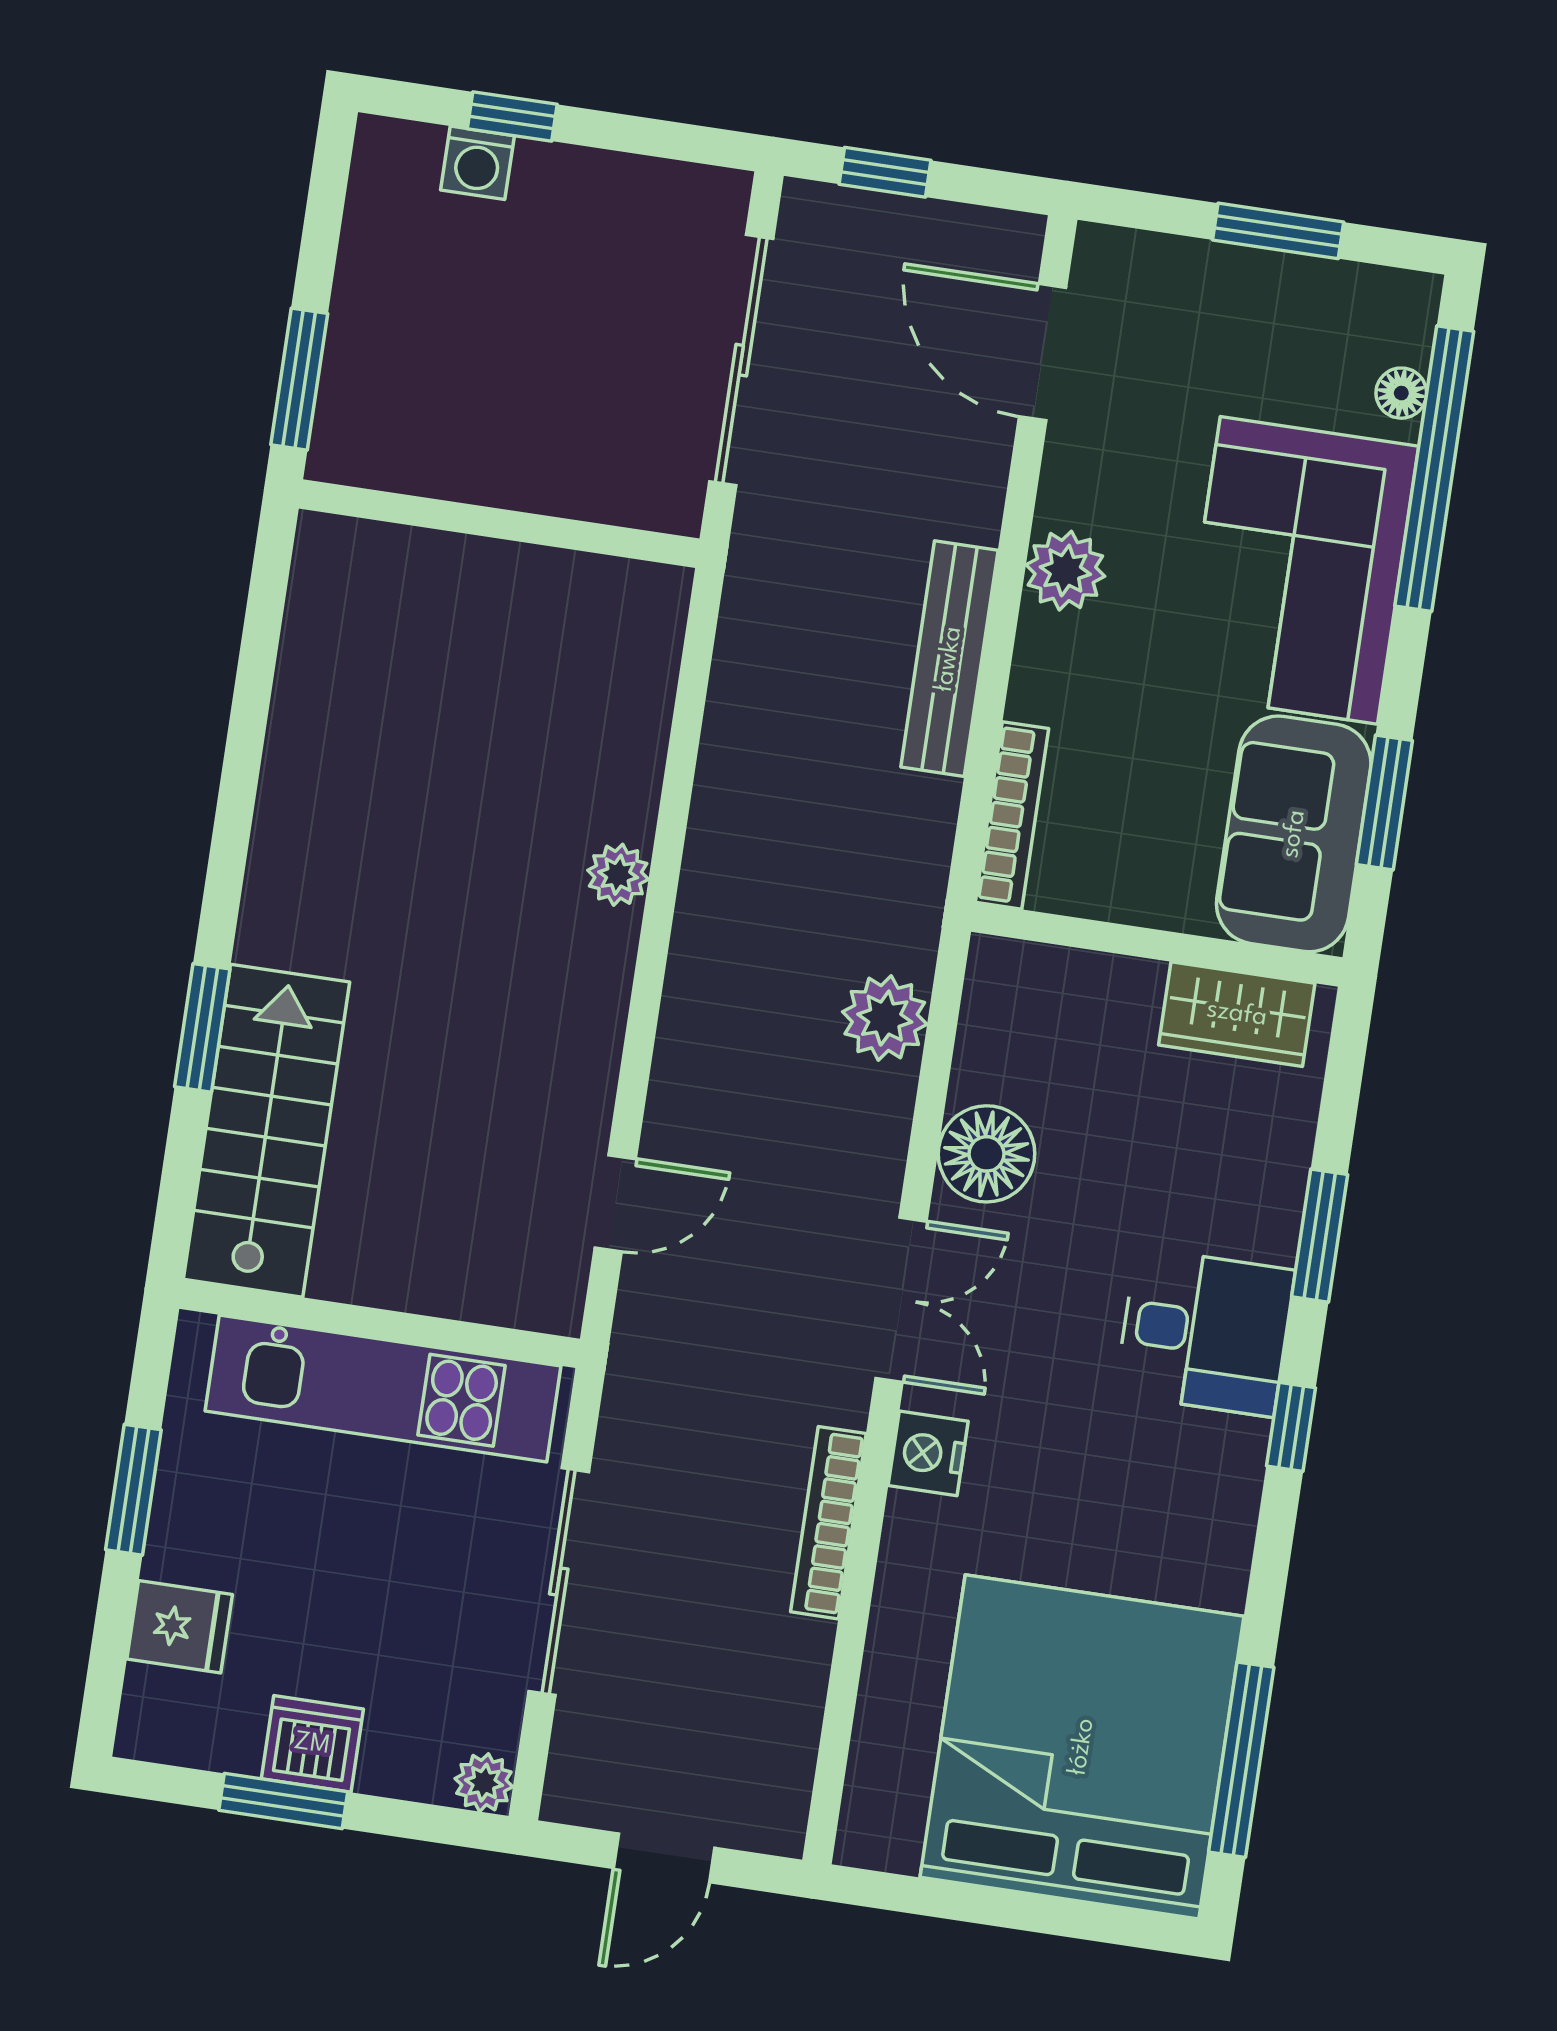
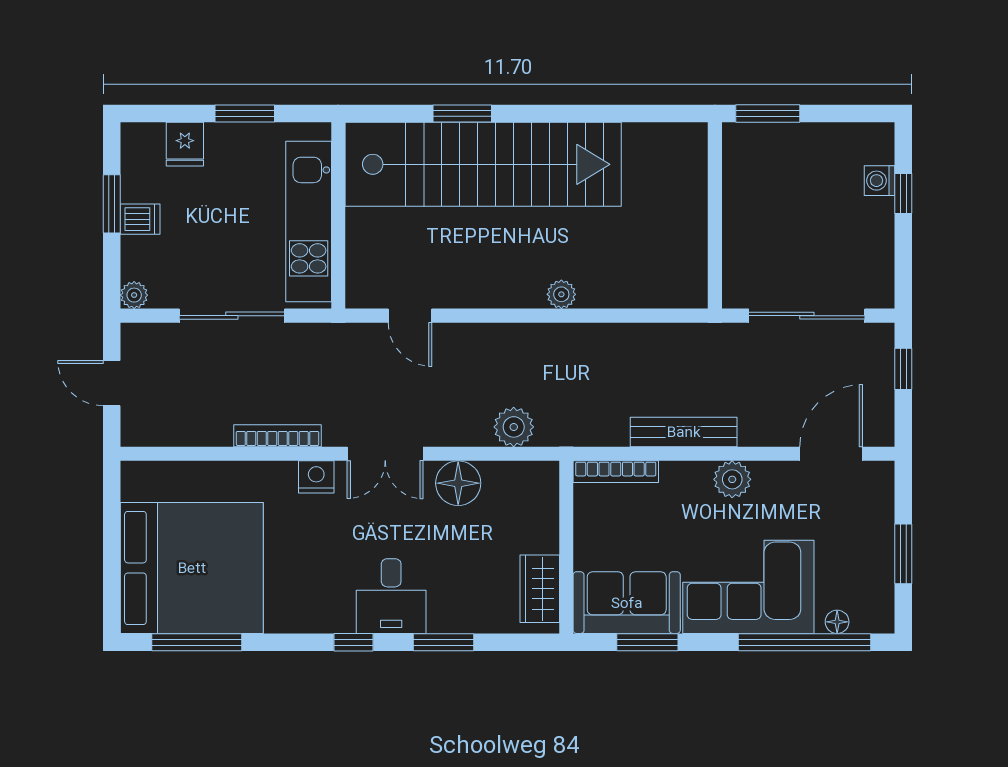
stairs: (267, 1131) -> (483, 164), width x1.86, depth x1.51
dishwasher: (312, 1744) -> (140, 219), width x0.73

